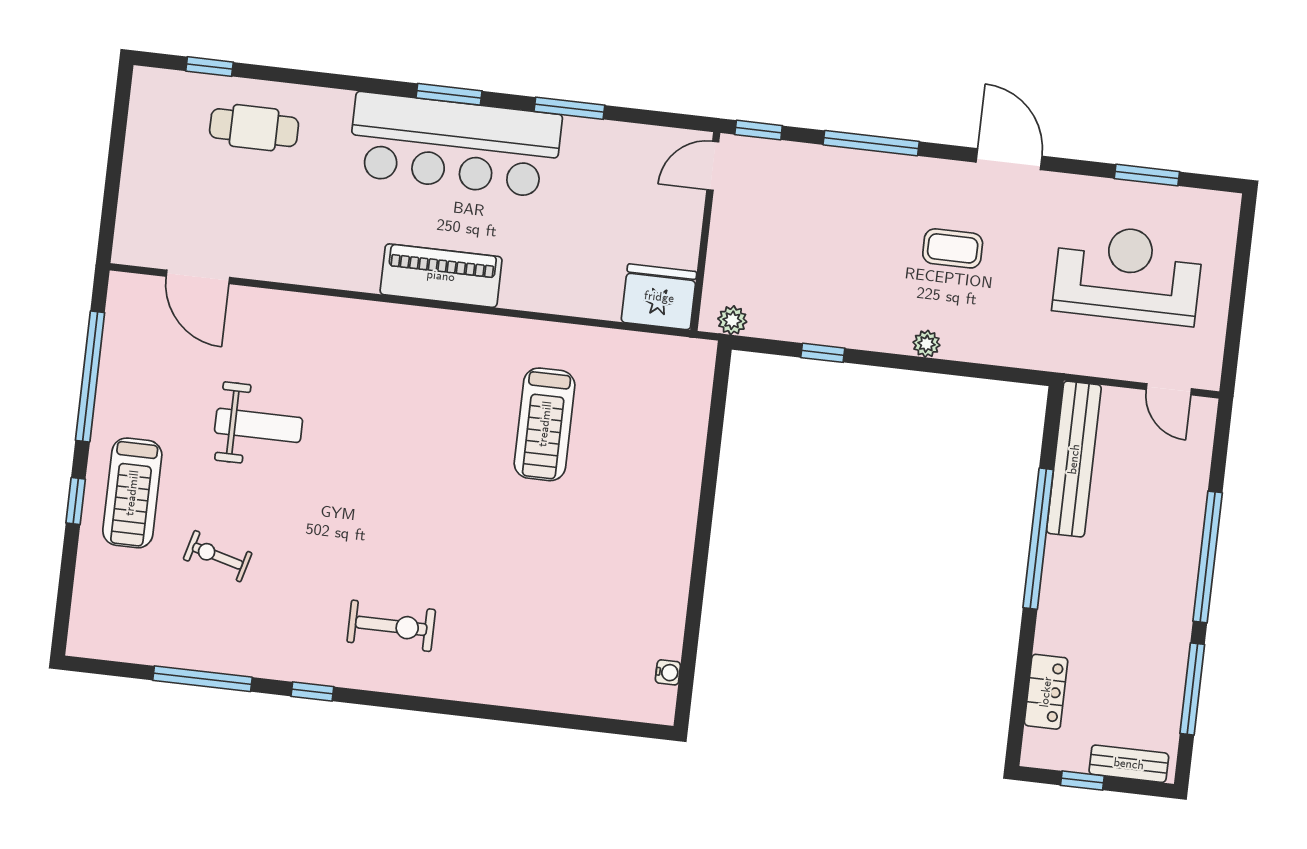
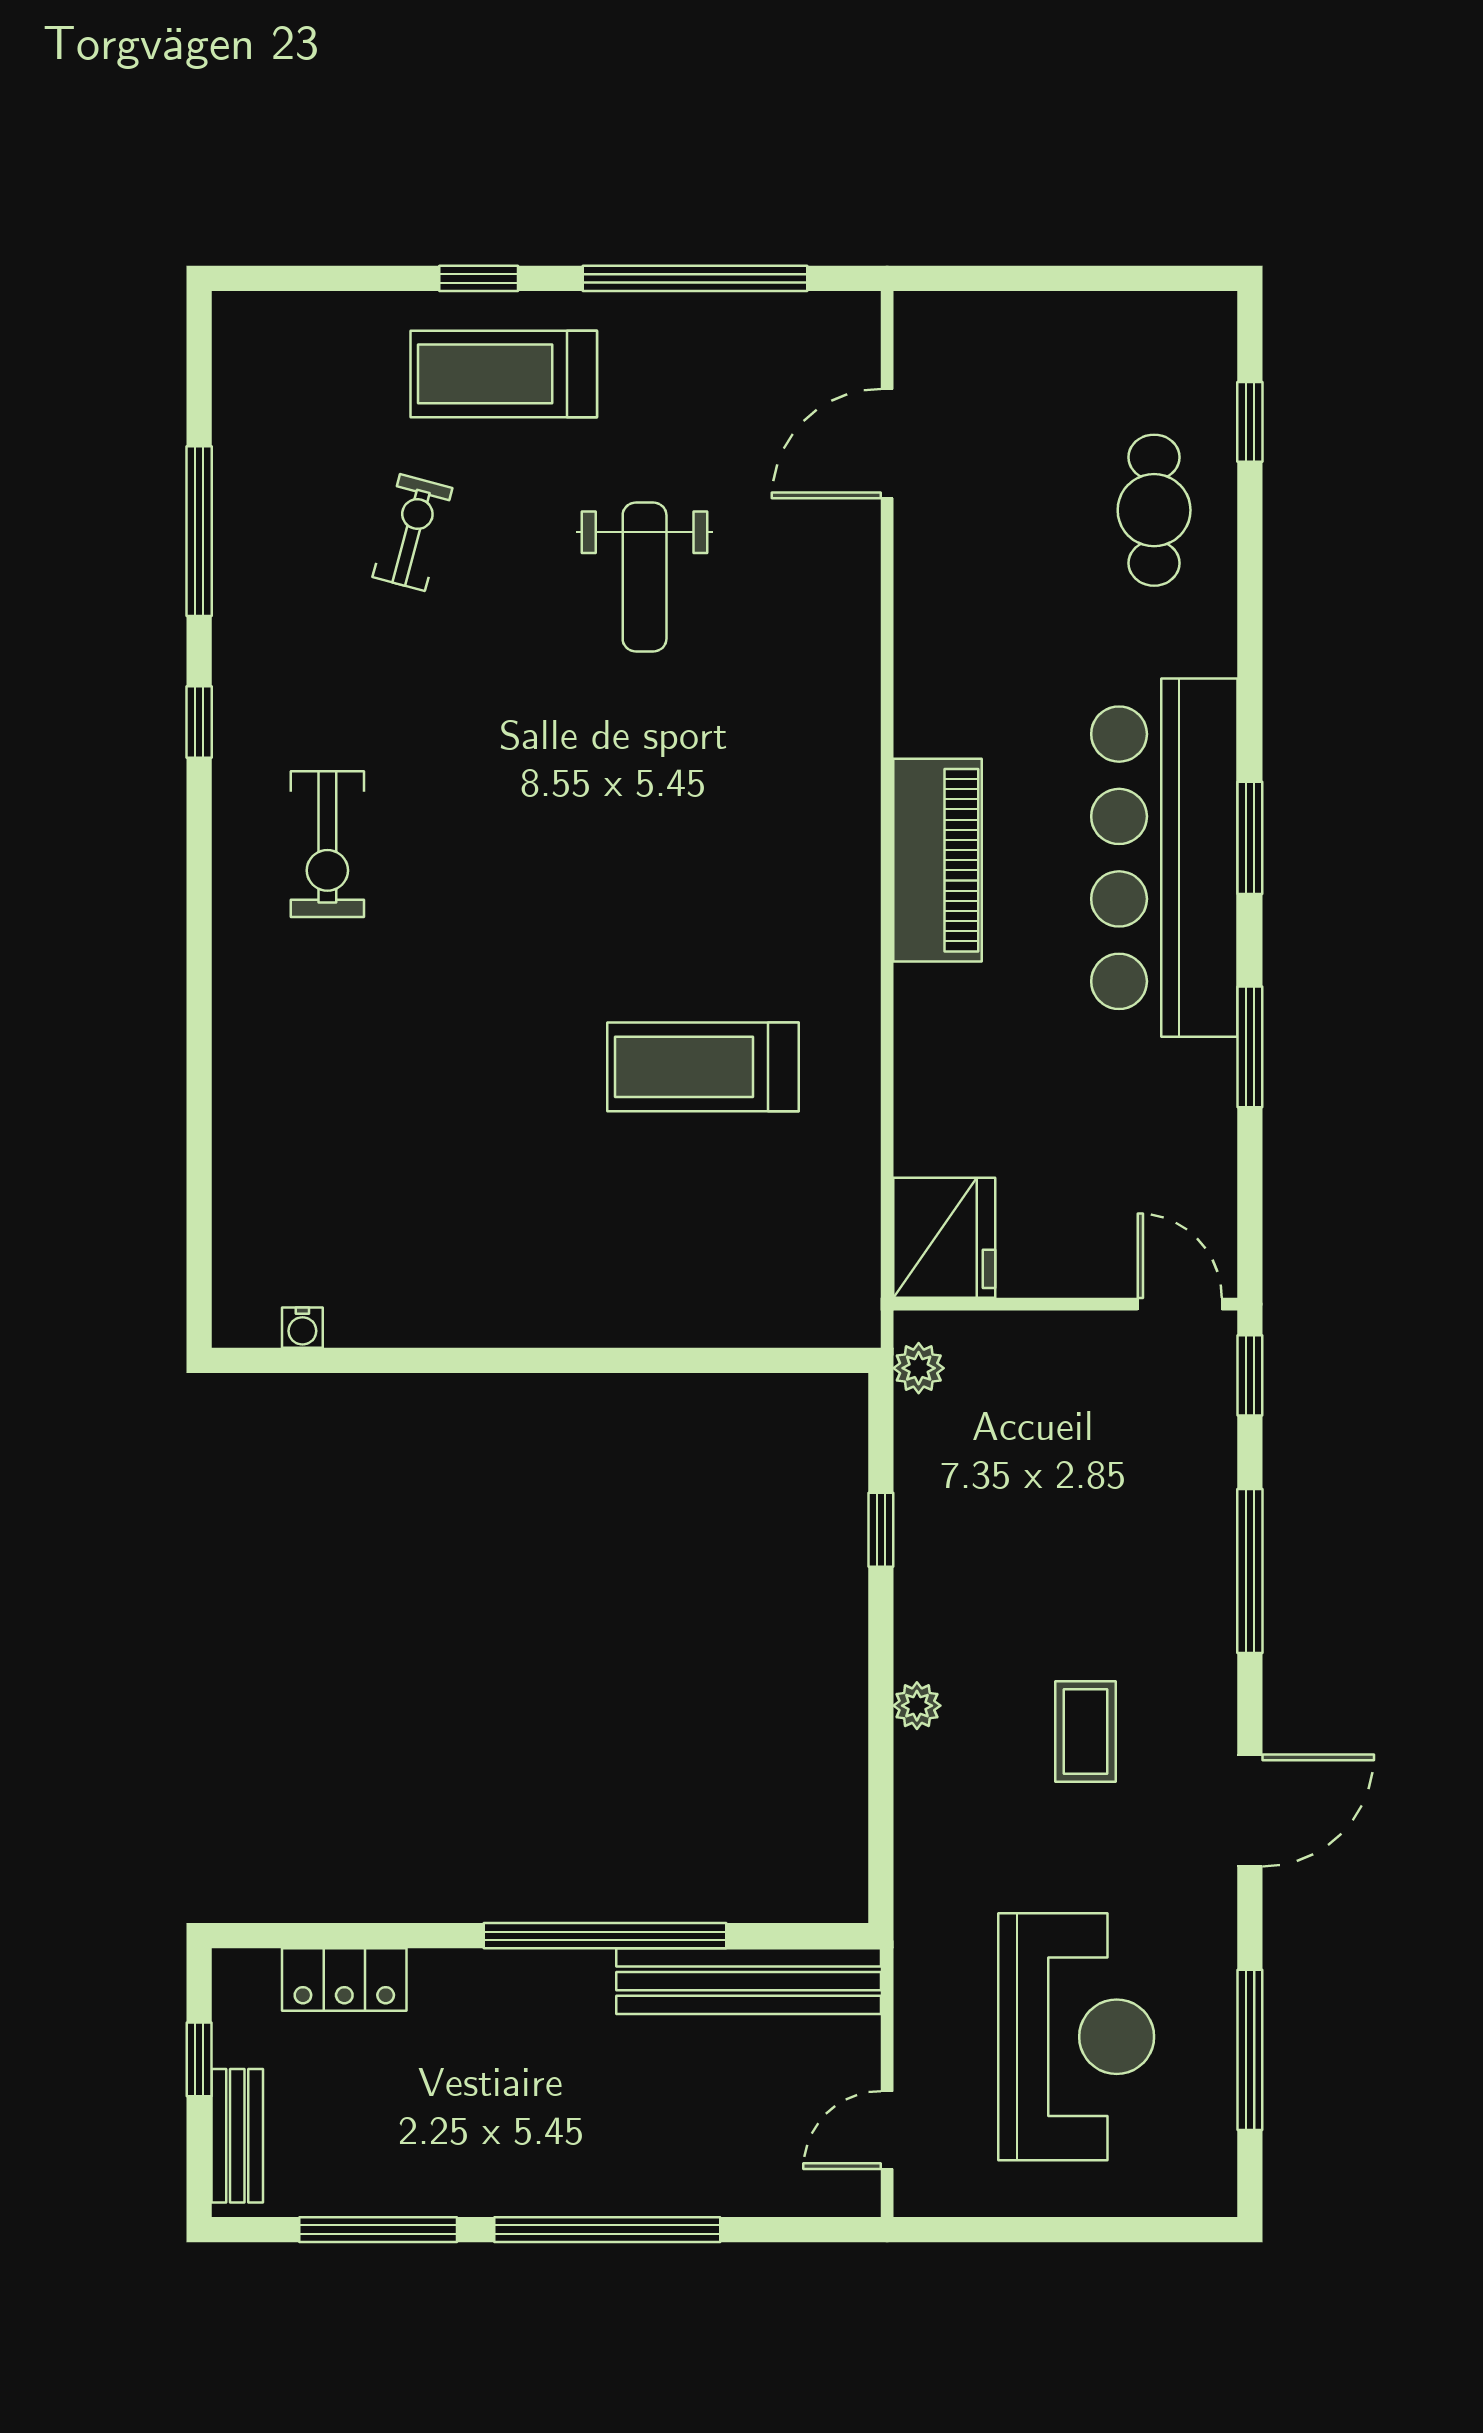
window: (1147, 175) -> (1250, 2050), width x1.44

